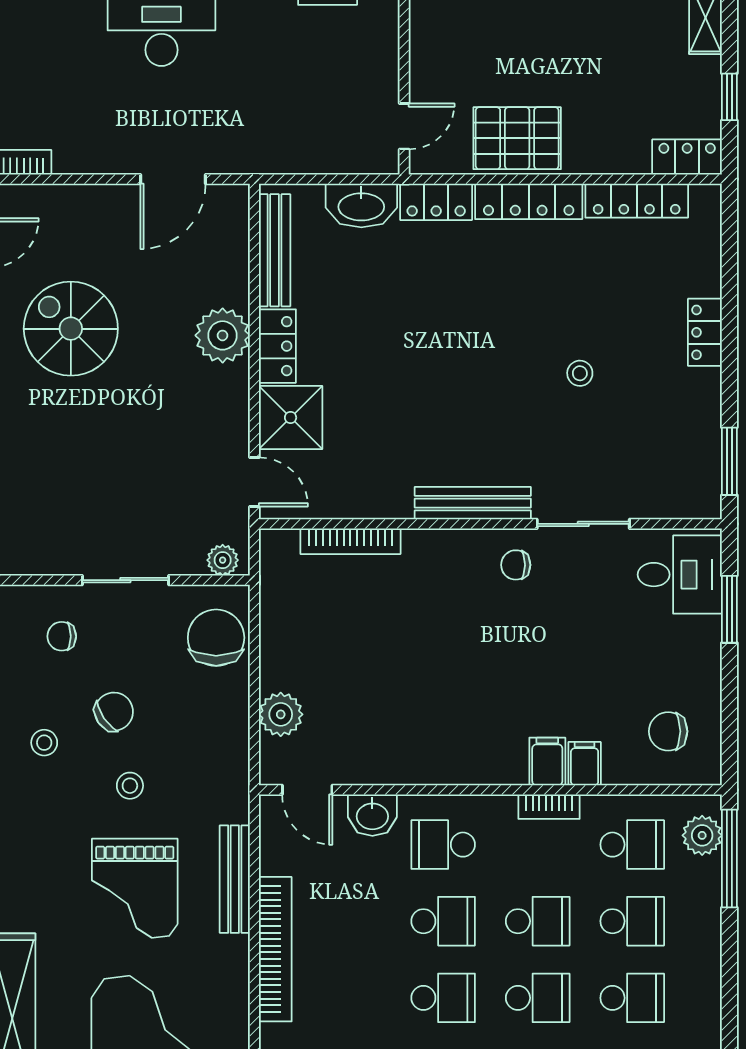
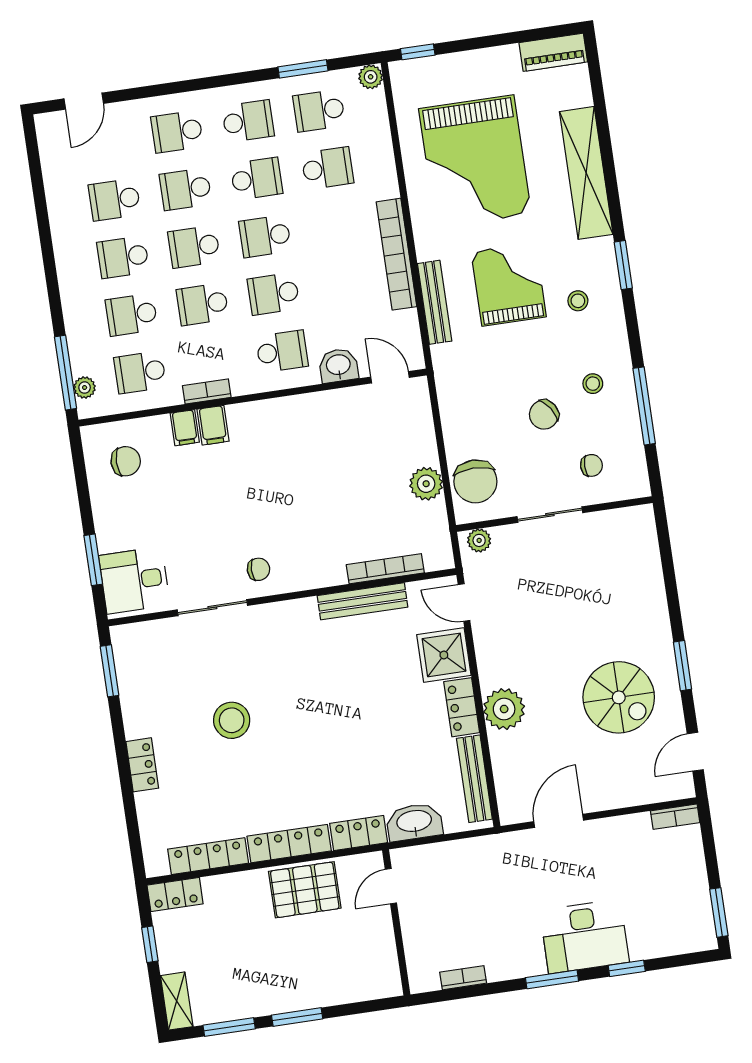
stool: (580, 373) -> (232, 720), width x1.89, depth x1.89
bench: (473, 503) -> (362, 601), moved
plant: (281, 714) -> (426, 484), moved
stool: (130, 786) -> (578, 301), moved
plant: (702, 835) -> (85, 388), width x0.73, depth x0.73

